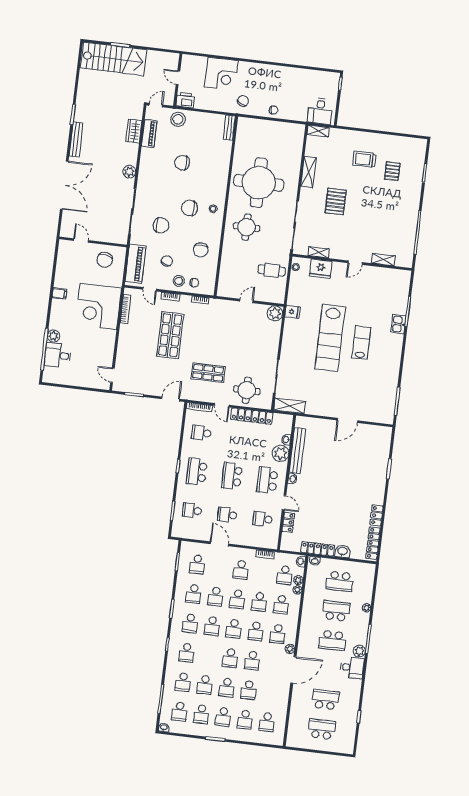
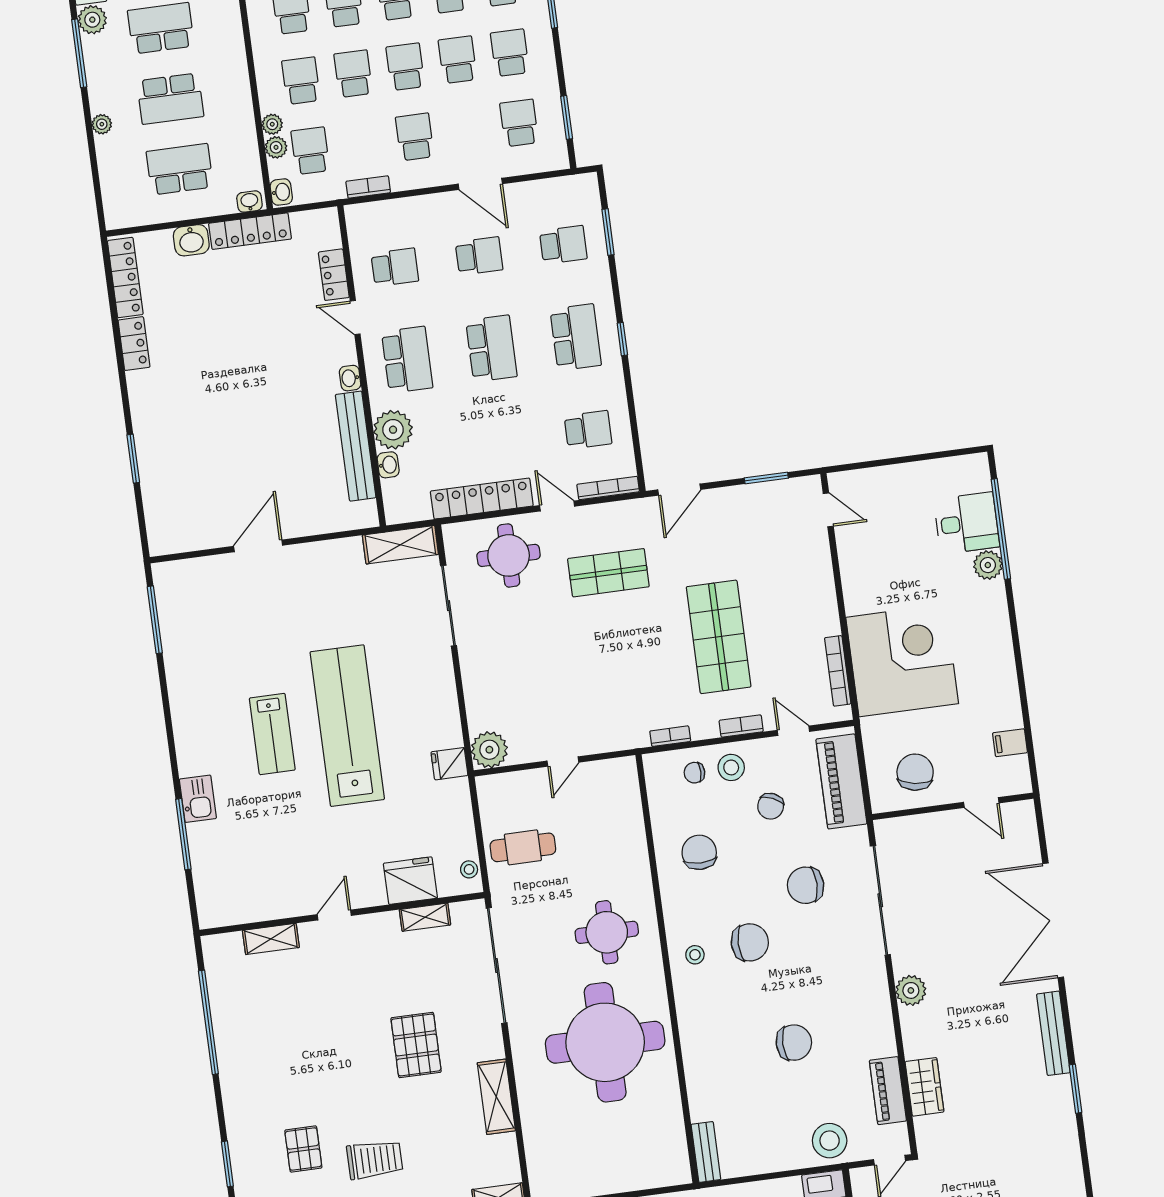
filing cabinet: (59, 294) -> (1010, 743), moved

